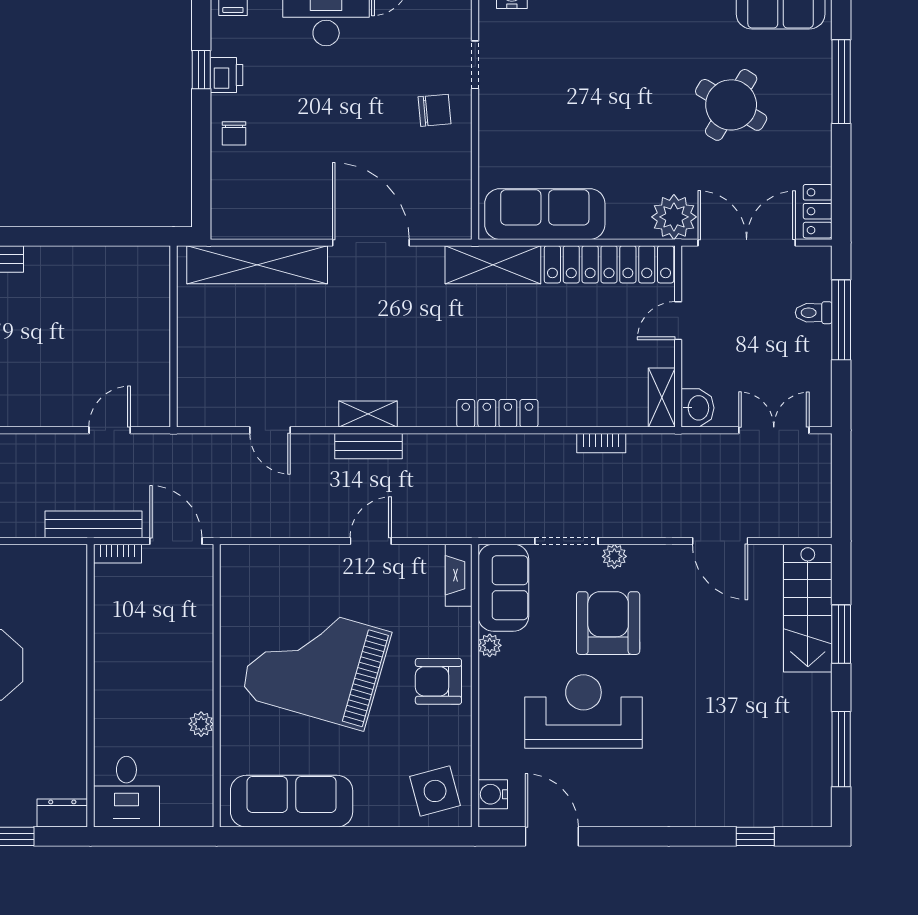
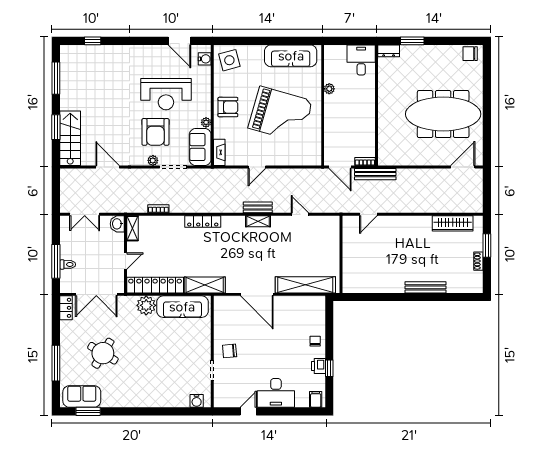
plant: (674, 217) -> (146, 305), moved

